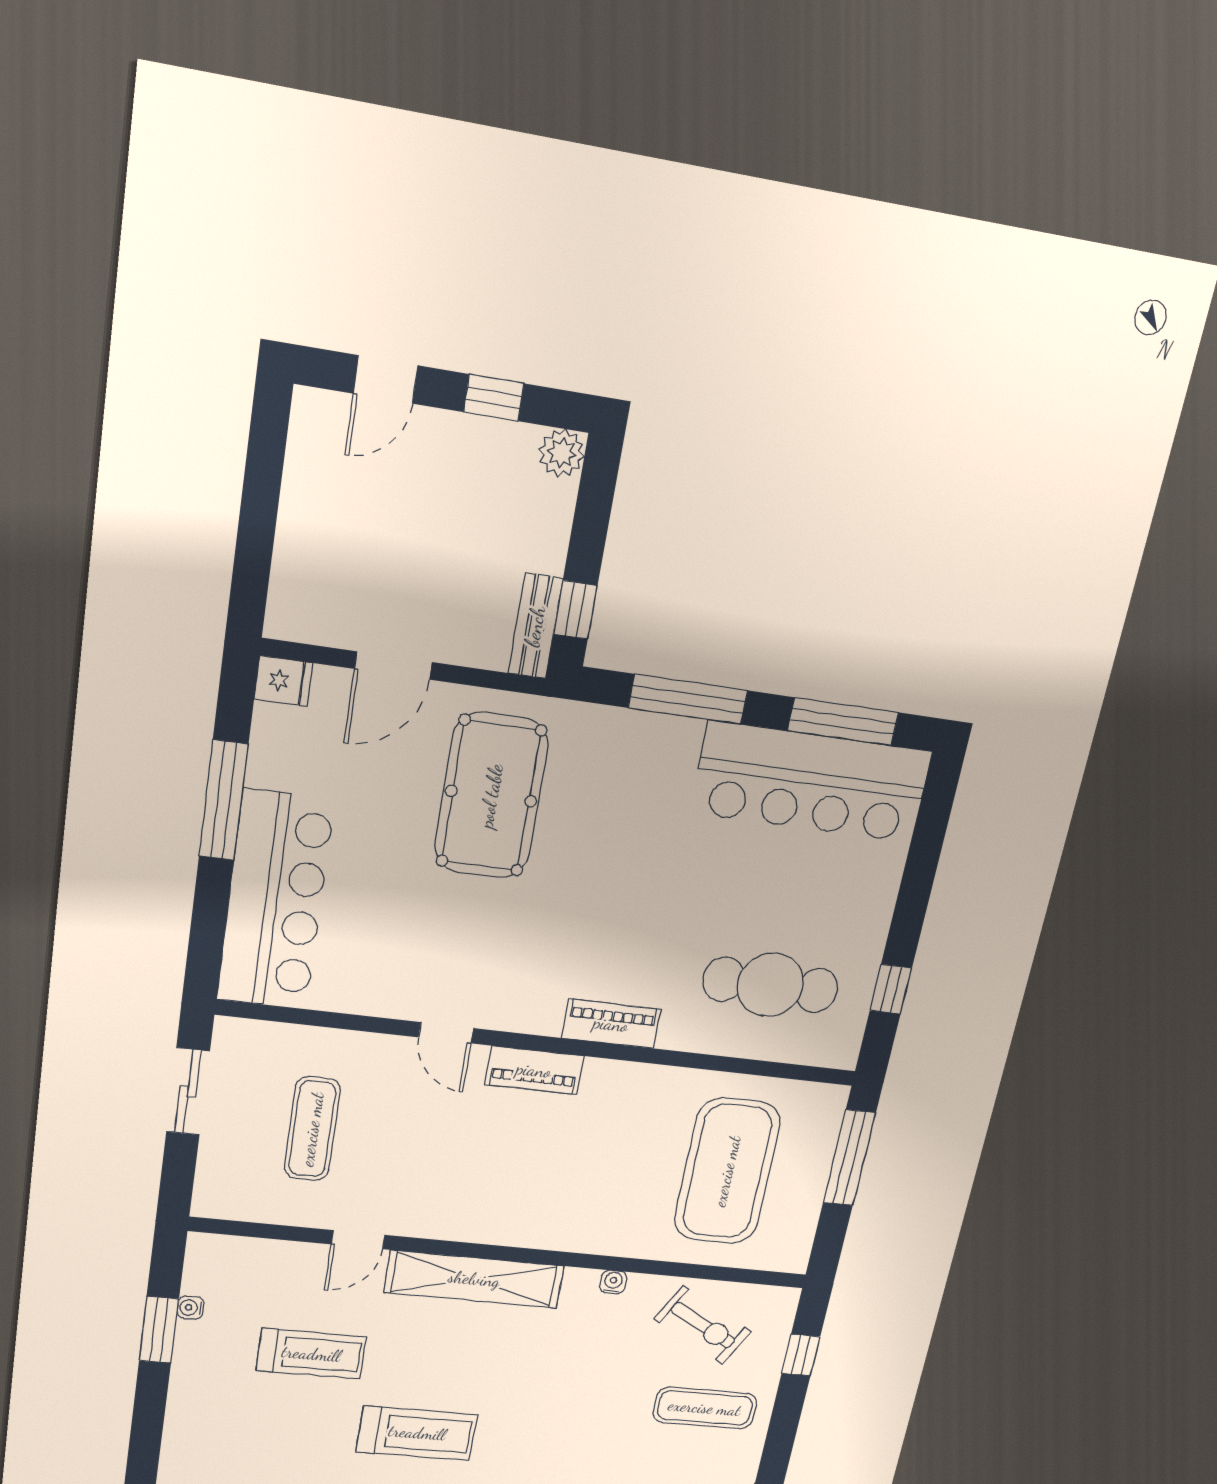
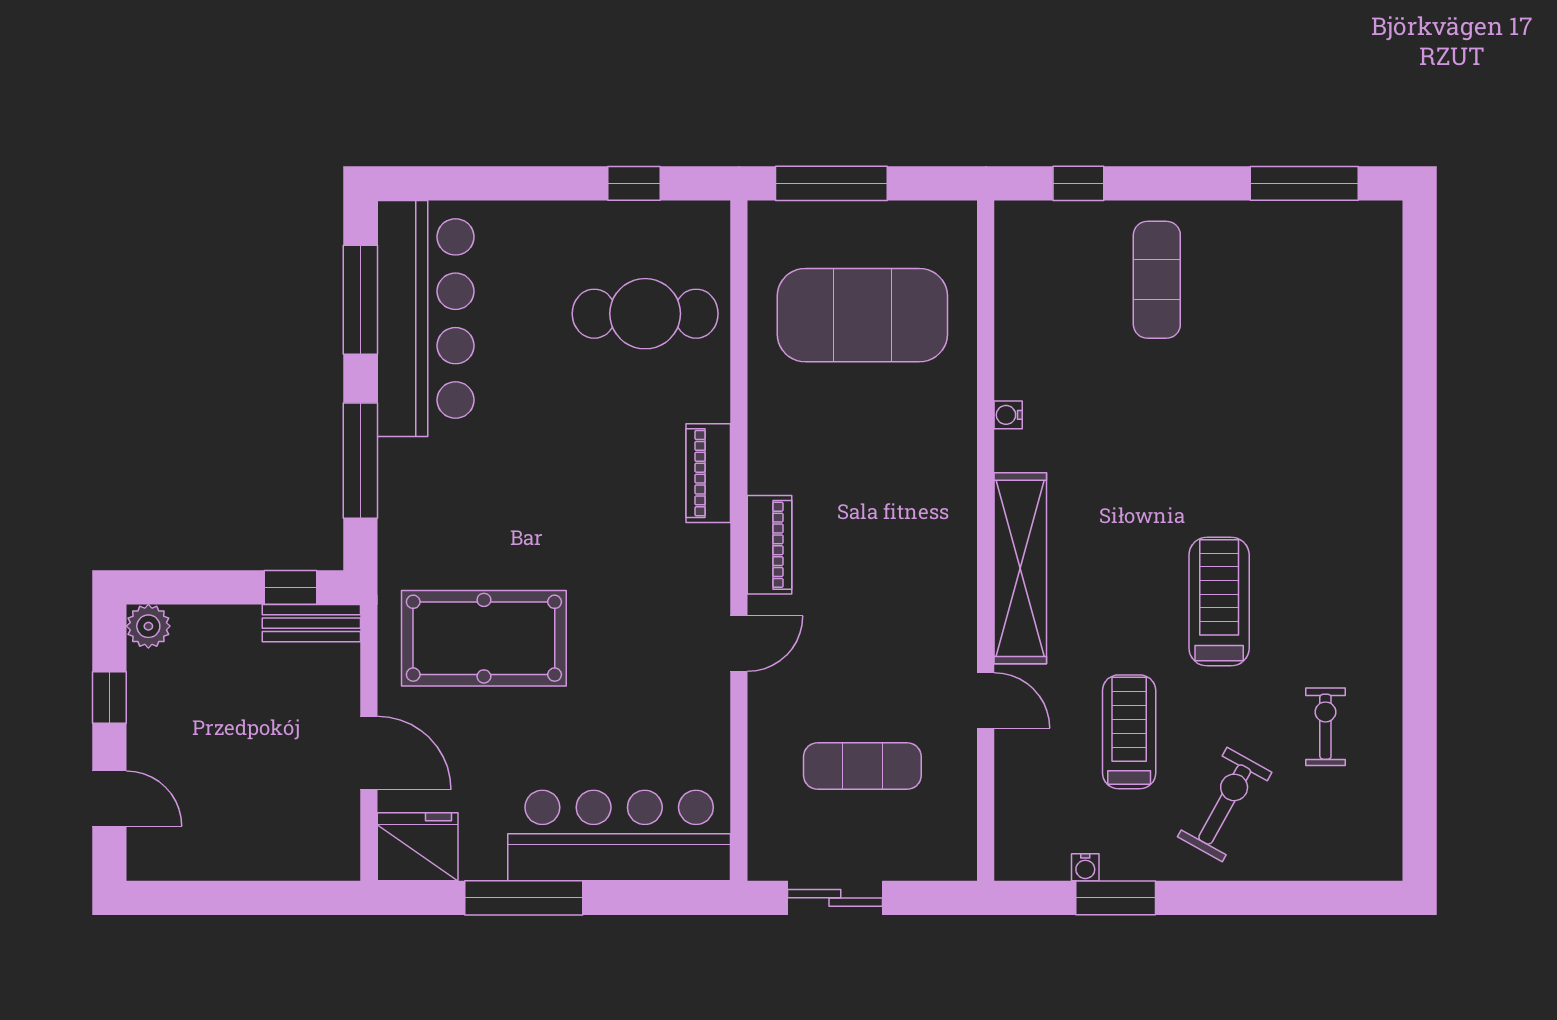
fridge: (283, 681) -> (418, 847), width x1.88, depth x1.34
cafe table: (770, 985) -> (645, 314), turned 90
exercise bike: (703, 1325) -> (1225, 804), moved

